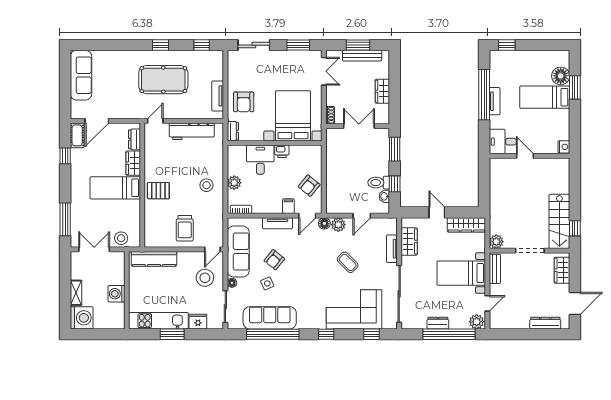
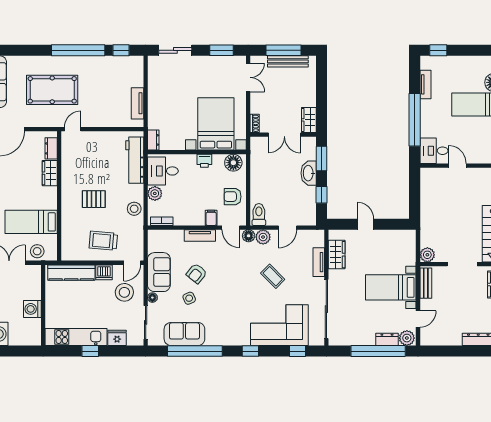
window: (161, 45) -> (78, 50), width x3.17
window: (358, 45) -> (284, 50), width x1.44
pool table: (163, 80) -> (52, 90), moved
wardrobe: (382, 91) -> (309, 120), moved
window: (484, 95) -> (415, 120), moved
tv unit: (495, 101) -> (426, 84), moved
armchair: (244, 102) -> (165, 109), removed
double door: (359, 126) -> (284, 135), swing flipped
workbench: (192, 131) -> (135, 160), moved, turned 90
floor lamp: (310, 153) -> (233, 163), added
desk: (260, 160) -> (163, 171), moved, turned -90
toilet: (379, 183) -> (259, 215), moved, turned 90
stool: (206, 185) -> (134, 209), moved
armchair: (309, 186) -> (233, 197), turned 51
bed: (115, 188) -> (31, 222), moved
pallet: (158, 191) -> (94, 199), moved
washbasin: (384, 196) -> (309, 173), moved, width x1.91, depth x1.45
door: (307, 216) -> (231, 228), hinge flipped
wardrobe: (466, 225) -> (396, 237), removed
trolley: (185, 228) -> (103, 241), turned 95
sofa: (238, 251) -> (159, 272), width x0.73
dishwasher: (185, 259) -> (104, 272), added
sofa: (270, 318) -> (184, 334), width x0.73
dresser: (438, 323) -> (387, 339), moved
window: (172, 334) -> (90, 351), width x0.67

